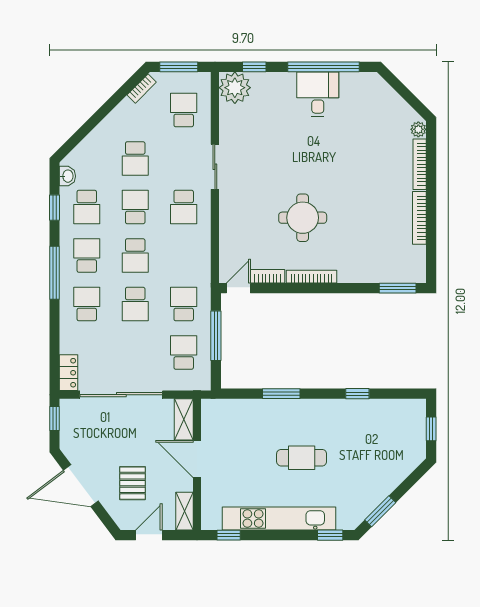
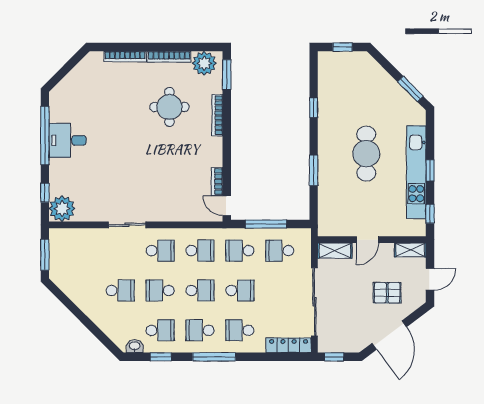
bookcase: (142, 89) -> (63, 285), removed
school desk: (184, 110) -> (200, 251), moved, turned 180
plant: (418, 129) -> (204, 63), moved, width x1.87, depth x1.87
round table: (303, 218) -> (169, 107), moved
bookcase: (311, 277) -> (217, 115), moved
locker: (69, 373) -> (289, 345), width x1.53
cafe table: (302, 458) -> (366, 154), width x1.37, depth x1.35
door: (197, 459) -> (367, 240), width x0.73
door: (149, 535) -> (430, 279), swing flipped
window: (330, 535) -> (430, 170), moved

